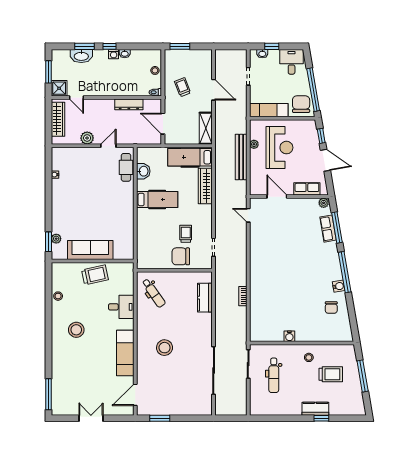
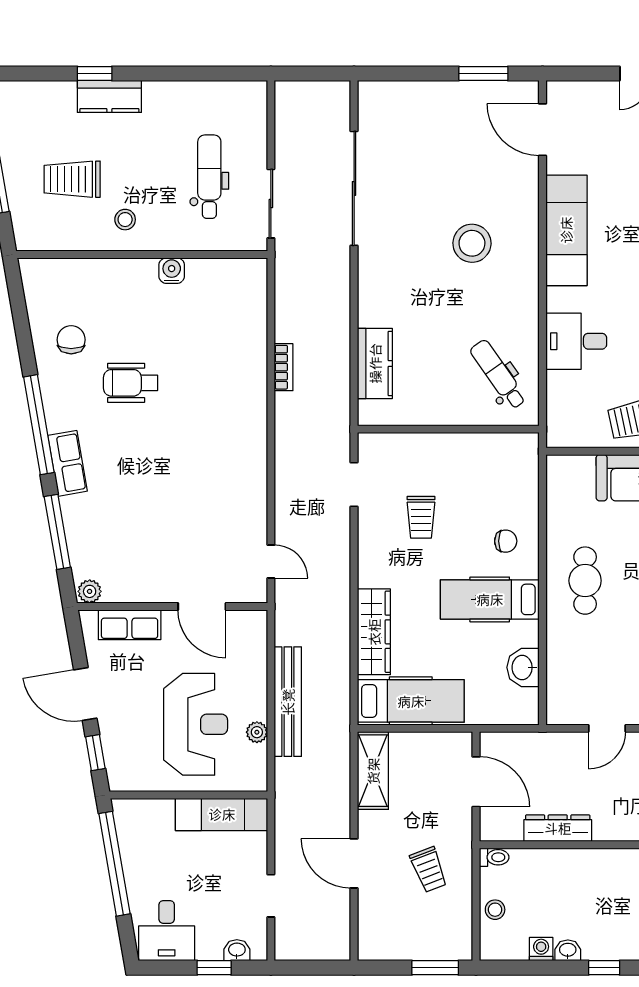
washing machine: (114, 54) -> (541, 949), moved
chair: (301, 104) -> (144, 829), removed
reception desk: (279, 148) -> (196, 724), turned 180
cafe table: (126, 167) -> (585, 581), moved
row of seats: (328, 229) -> (68, 463), moved
chair: (181, 256) -> (506, 541), moved, width x0.54, depth x0.54
water cooler: (339, 286) -> (53, 391), removed
wheelchair: (307, 290) -> (130, 383), added
door: (135, 395) -> (542, 130), swing flipped

